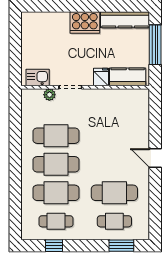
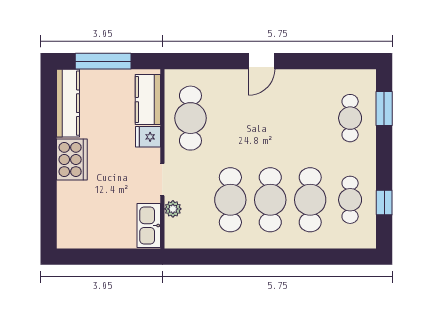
kitchen sink: (38, 77) -> (149, 226), width x1.38
cafe table: (114, 193) -> (190, 118), moved

